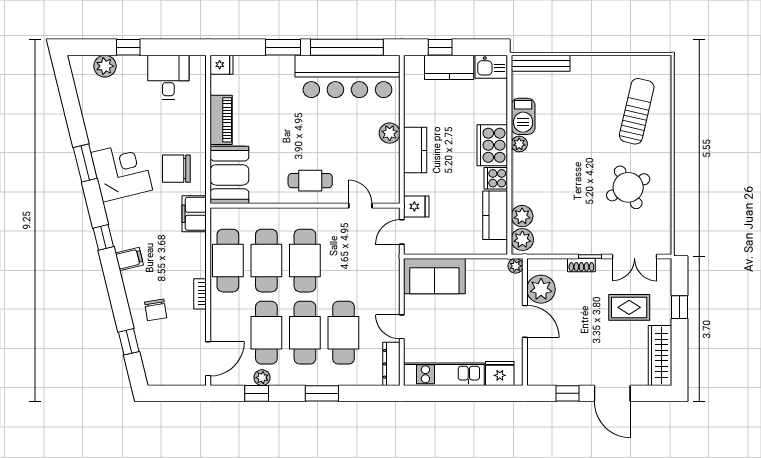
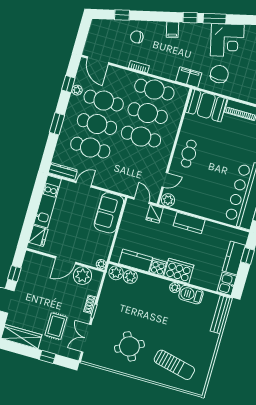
plant: (390, 133) -> (168, 200), moved
window: (85, 163) -> (215, 19), moved

